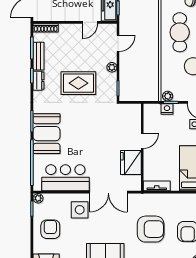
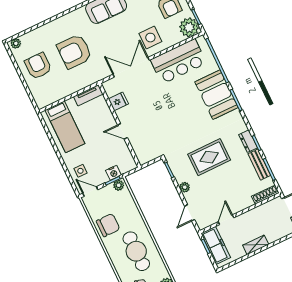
door: (142, 141) -> (122, 131), hinge flipped
fridge: (131, 162) -> (118, 101), width x0.53, depth x0.75
plant: (38, 198) -> (189, 27), width x1.88, depth x1.88

